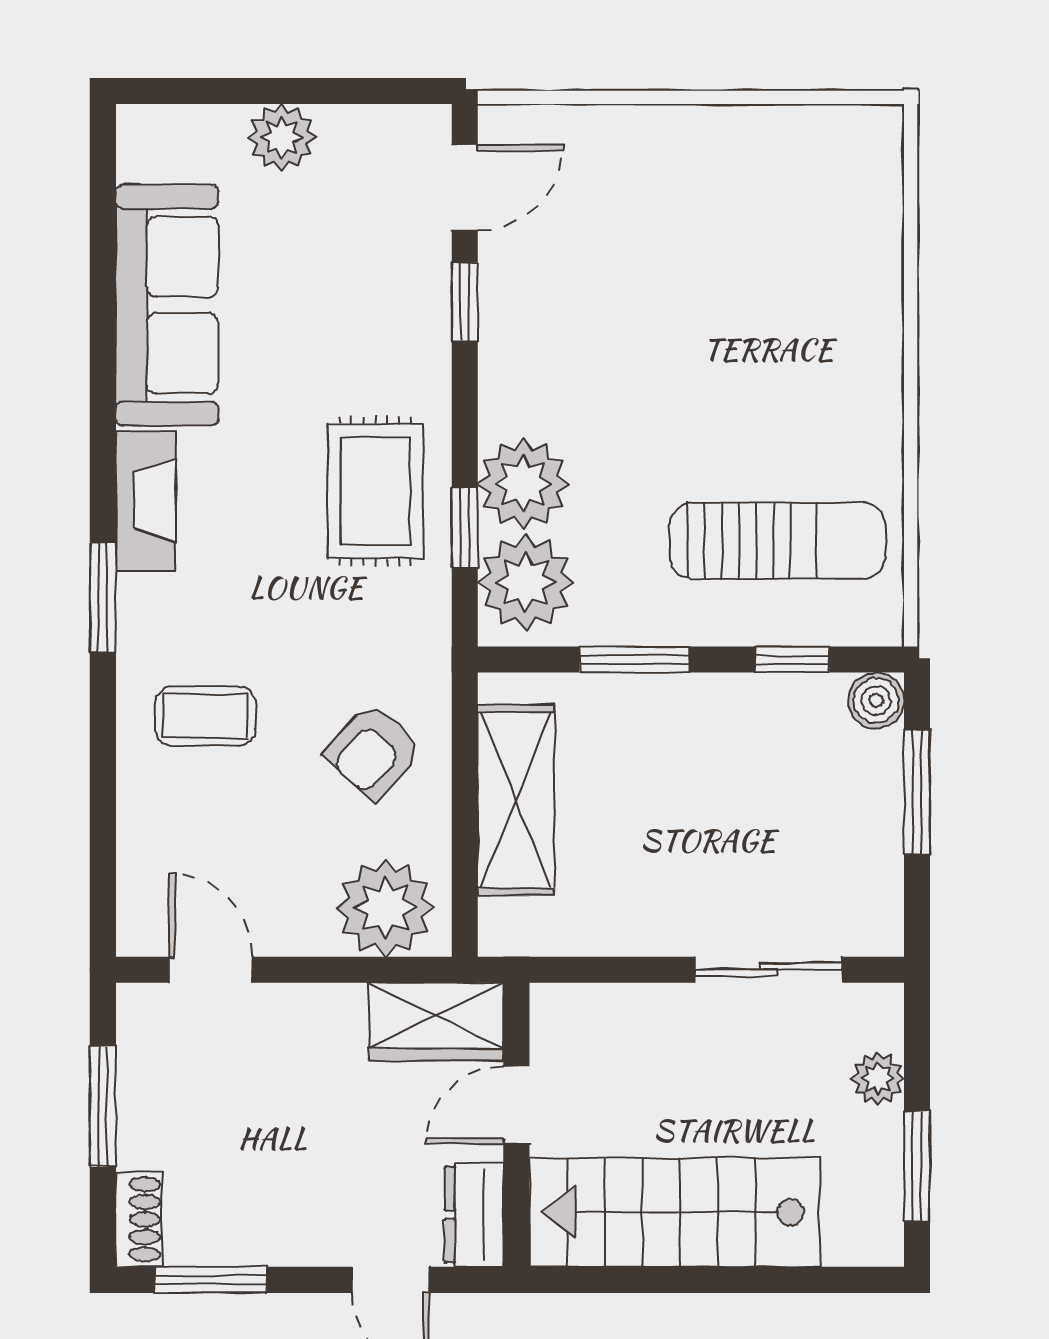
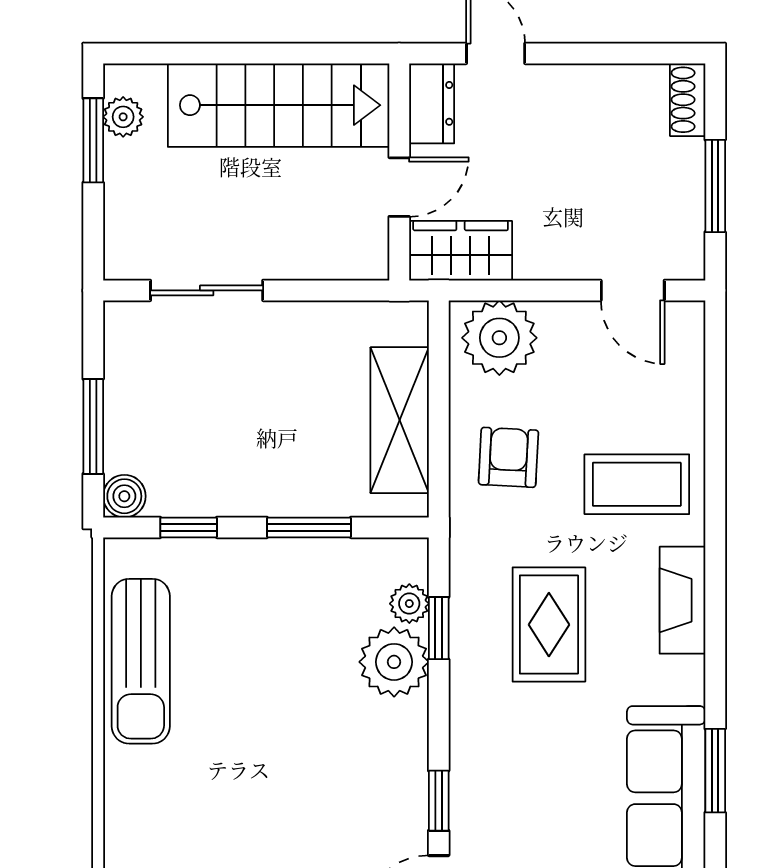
rug: (375, 491) -> (549, 625), moved
fireplace: (146, 501) -> (682, 600), moved
sun lounger: (778, 541) -> (141, 661), moved, turned -90
plant: (526, 582) -> (409, 604), width x0.53, depth x0.53
window: (103, 597) -> (715, 771), moved
coffee table: (205, 716) -> (637, 484), width x1.36, depth x1.30
armchair: (373, 751) -> (508, 457), turned -39
plant: (878, 1078) -> (123, 117), moved
window: (211, 1280) -> (633, 53), removed

